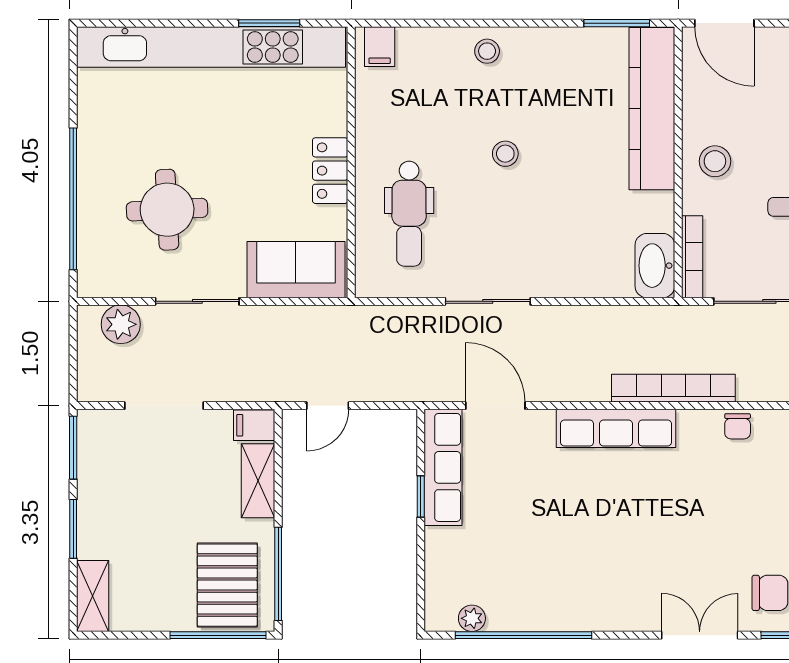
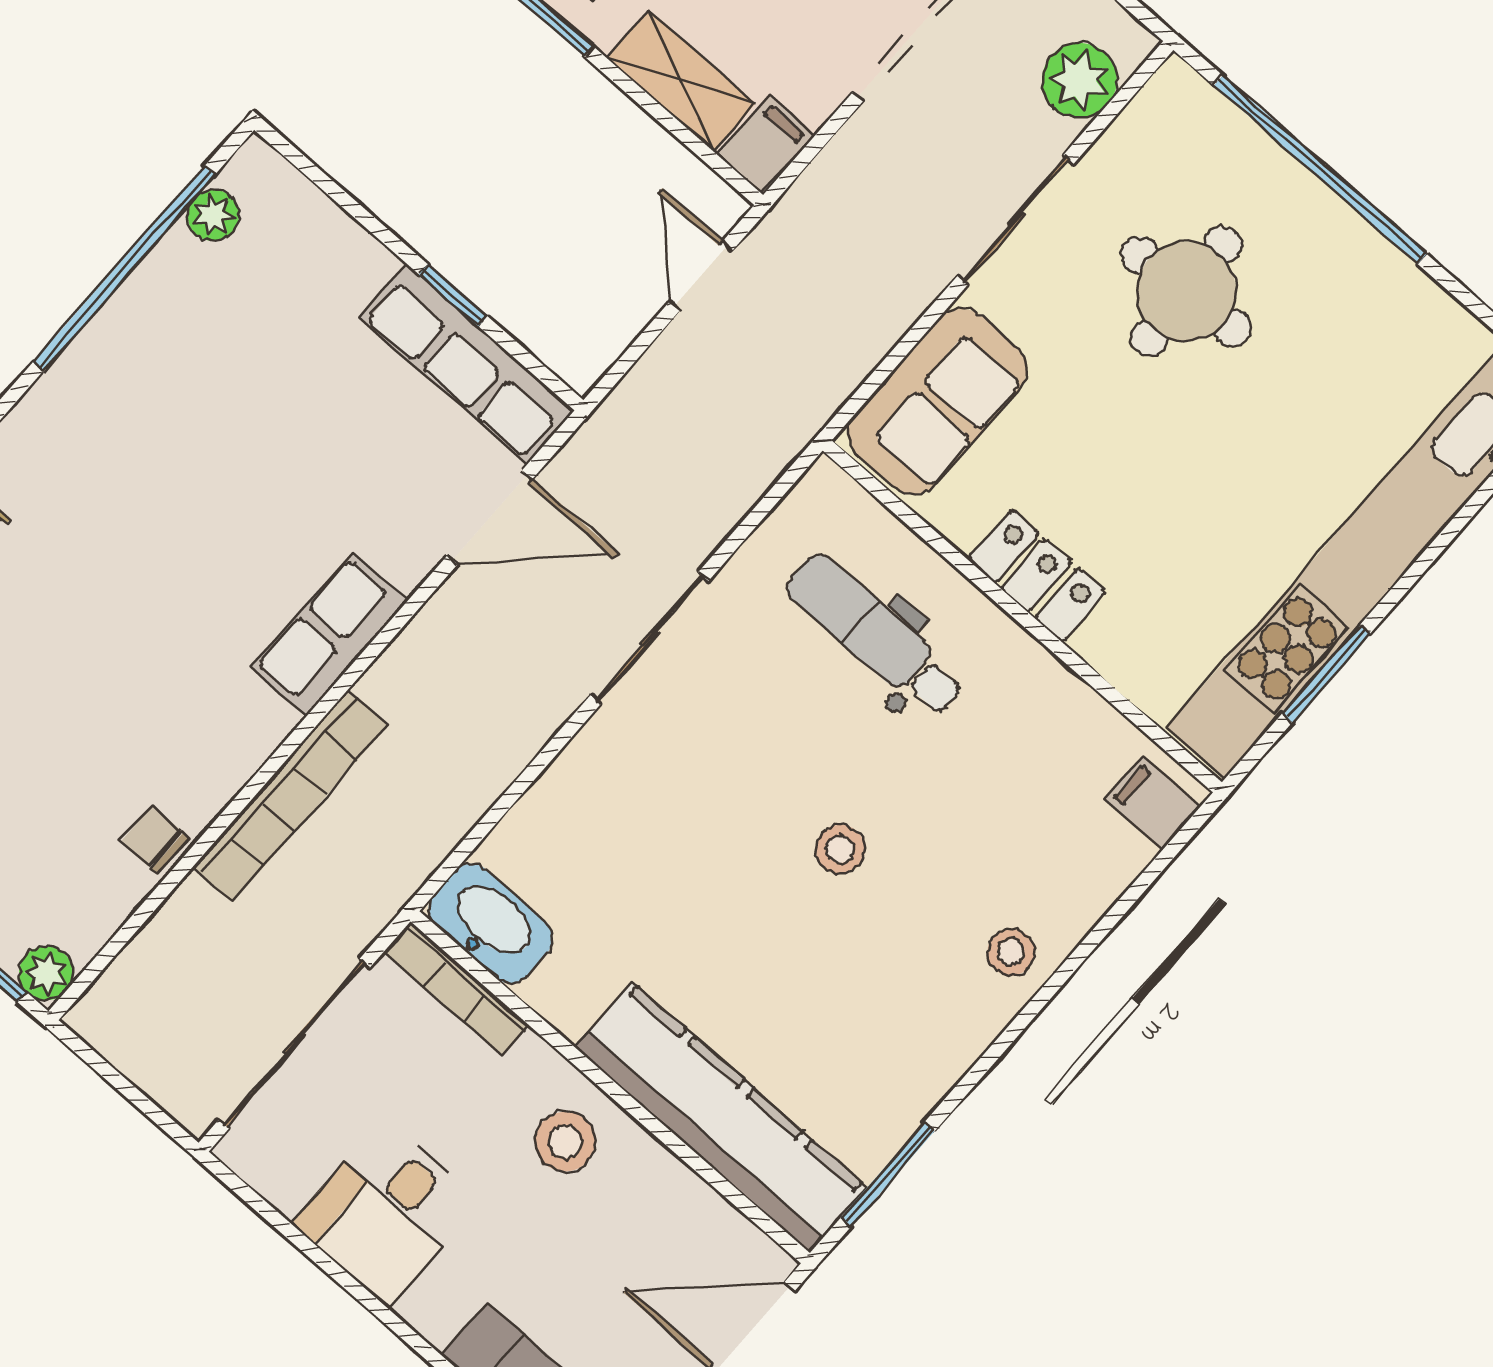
row of seats: (616, 428) -> (329, 634), width x0.68

